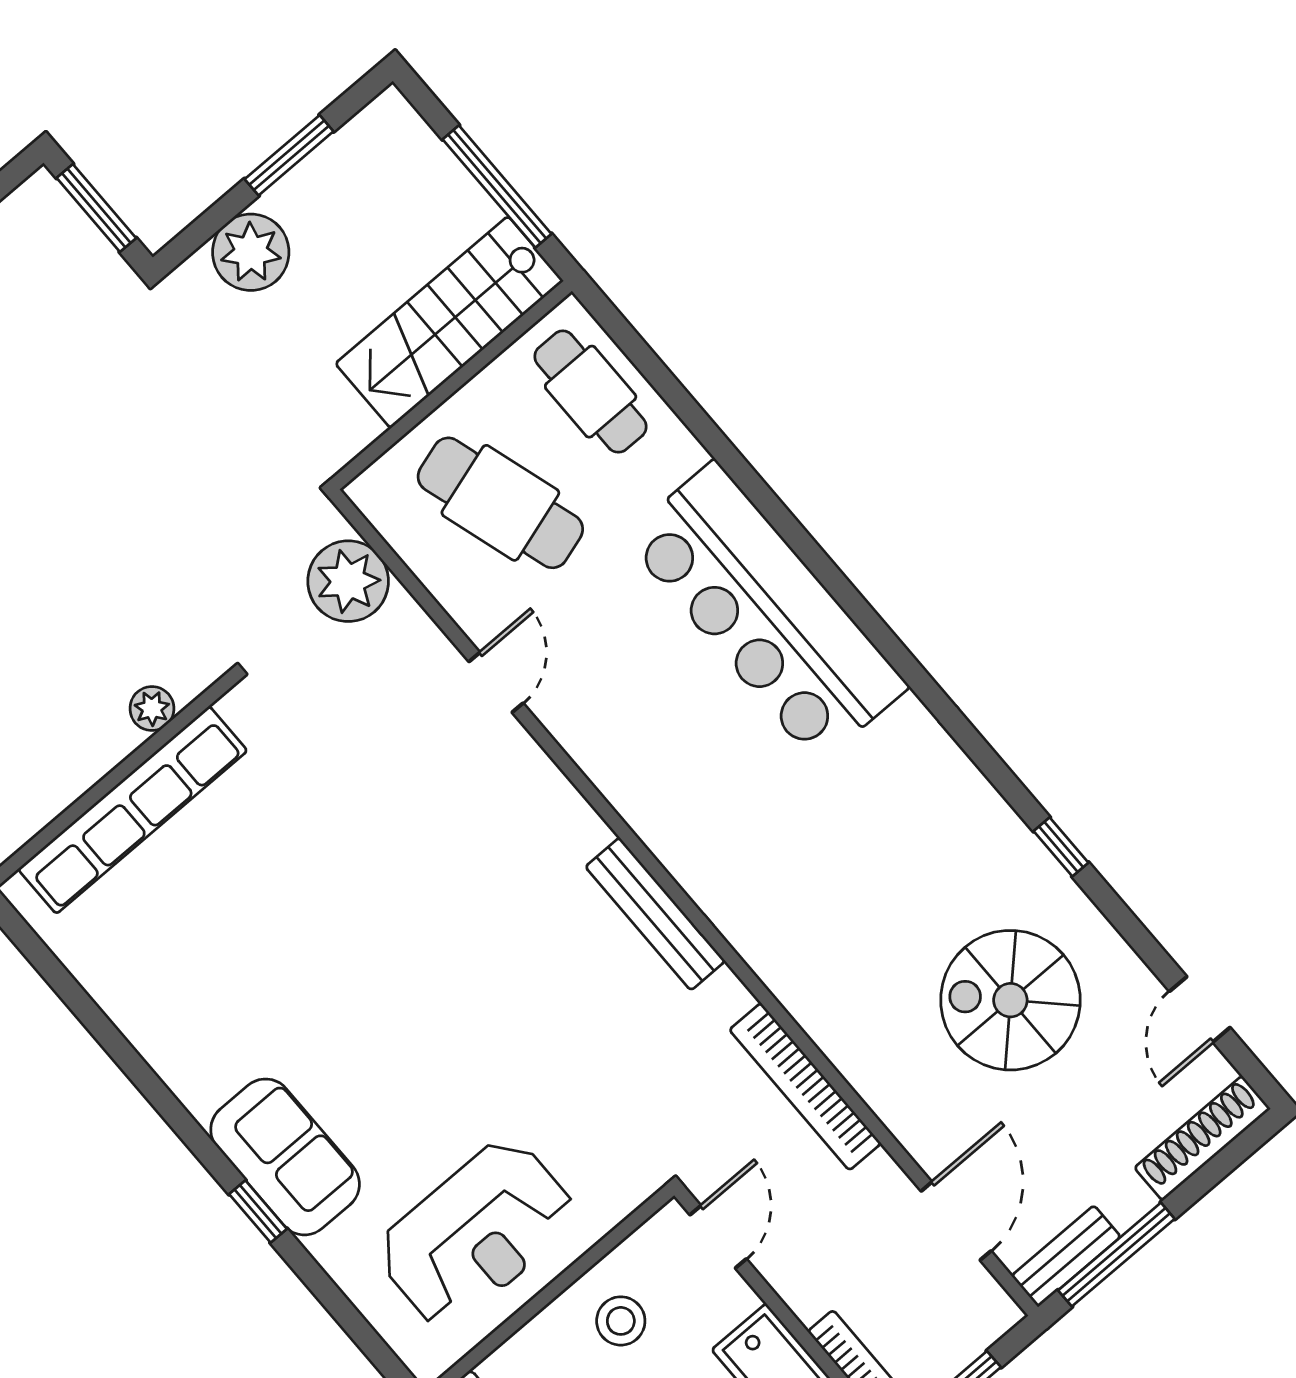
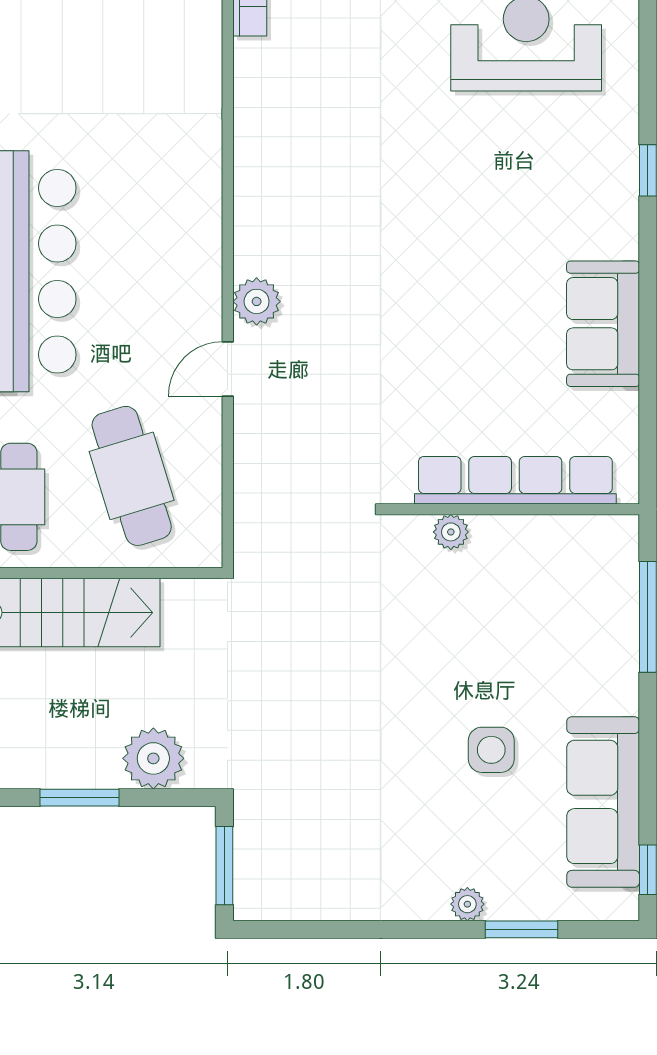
plant: (348, 581) -> (257, 301), moved, width x0.73, depth x0.73
bench: (655, 914) -> (251, 145), removed
sofa: (285, 1157) -> (603, 324), moved

